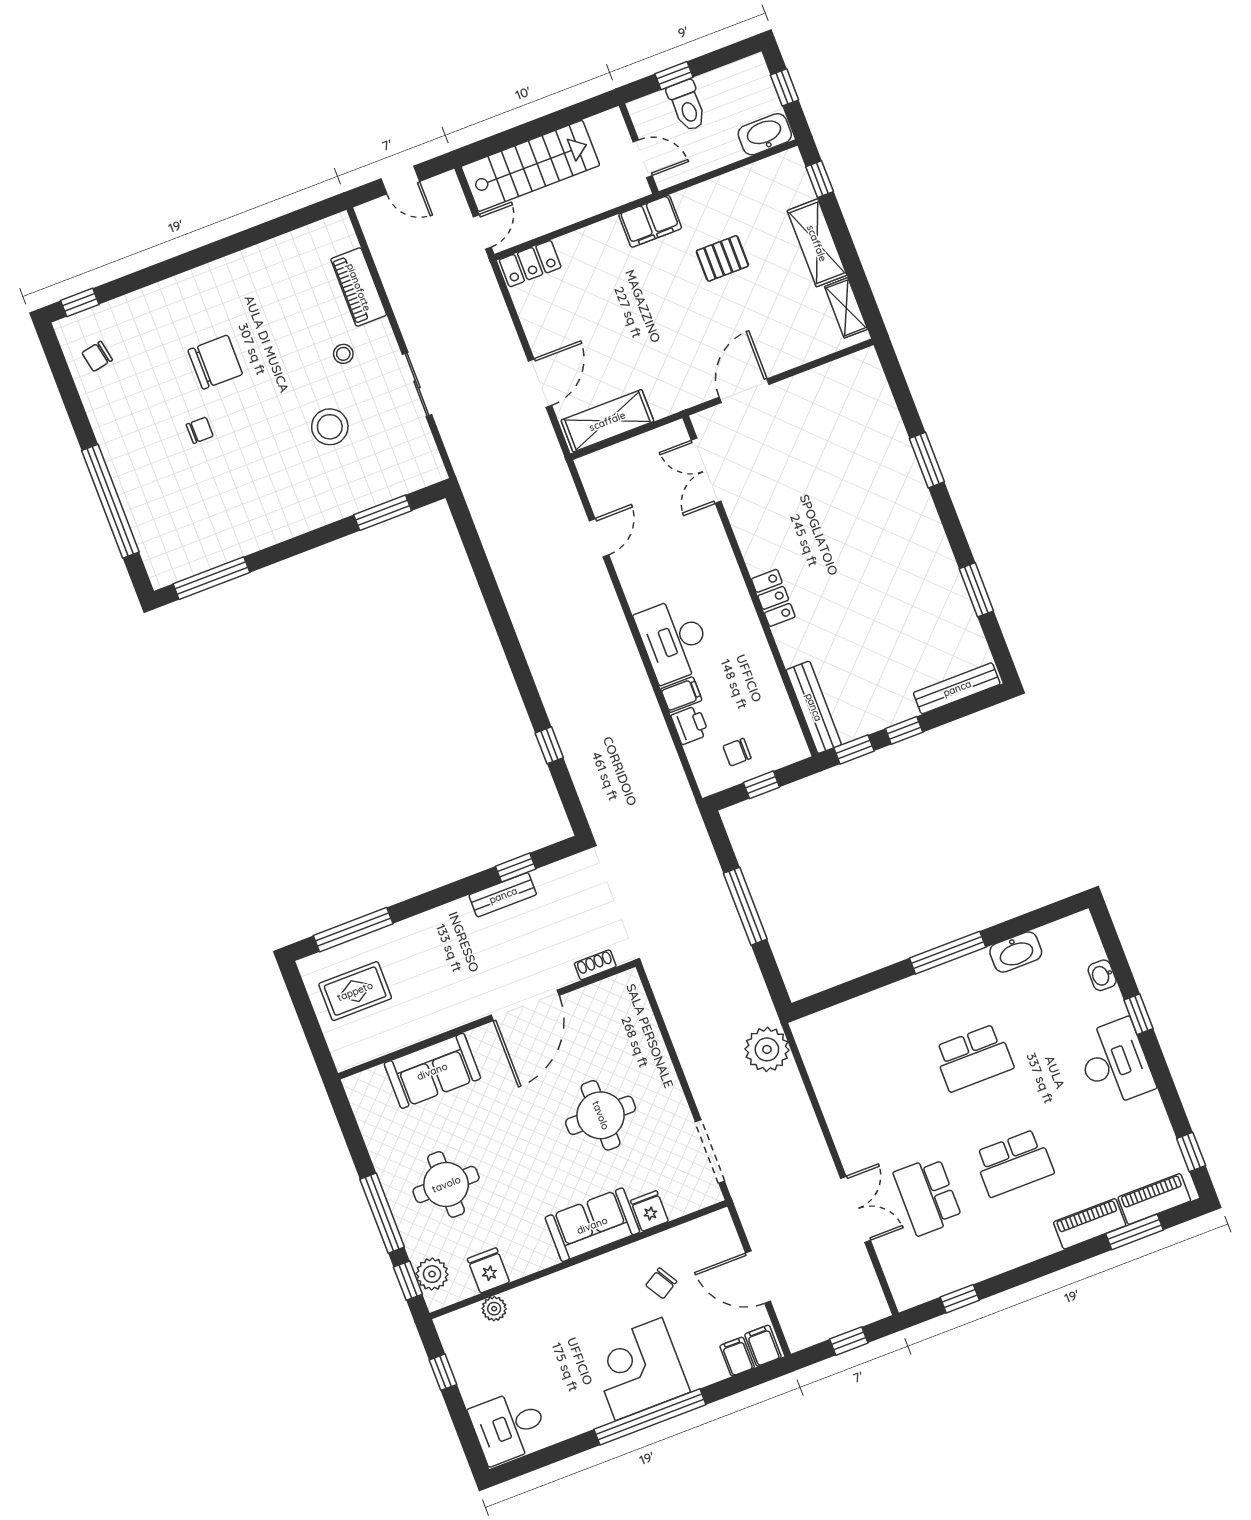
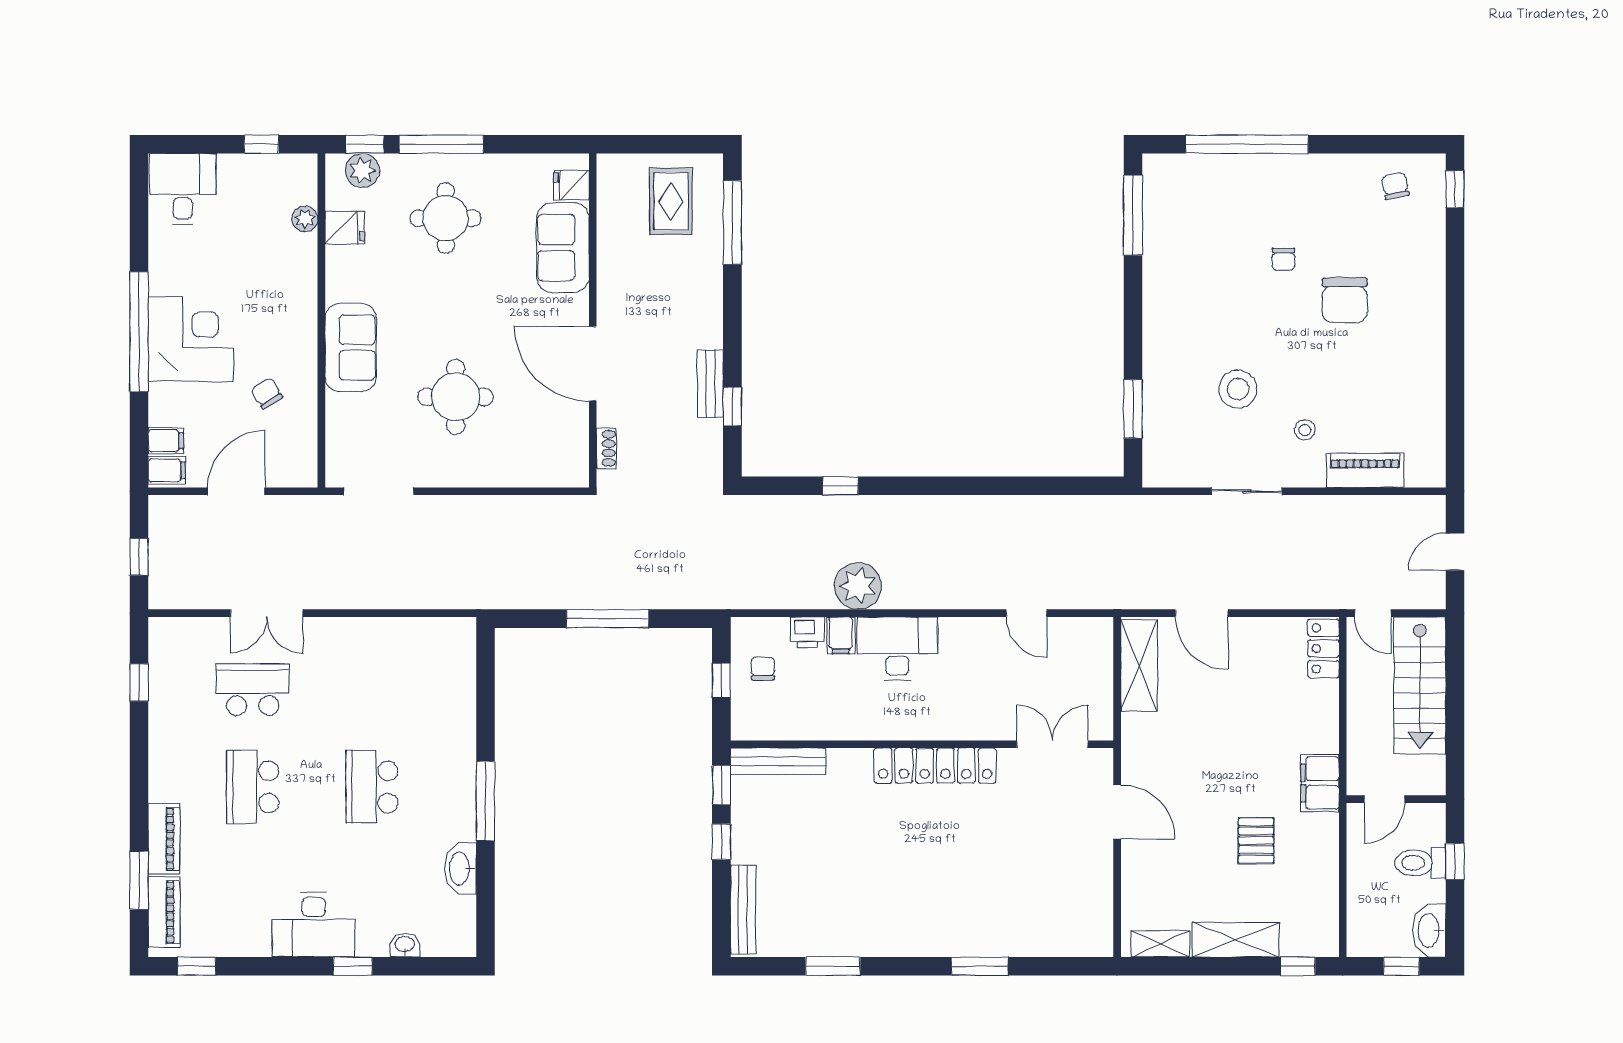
washbasin: (765, 134) -> (1429, 930), moved, turned 180
locker: (773, 598) -> (935, 766), width x2.16, depth x1.21
plant: (767, 1049) -> (858, 586), moved
fridge: (649, 1211) -> (571, 185), moved, turned 180

